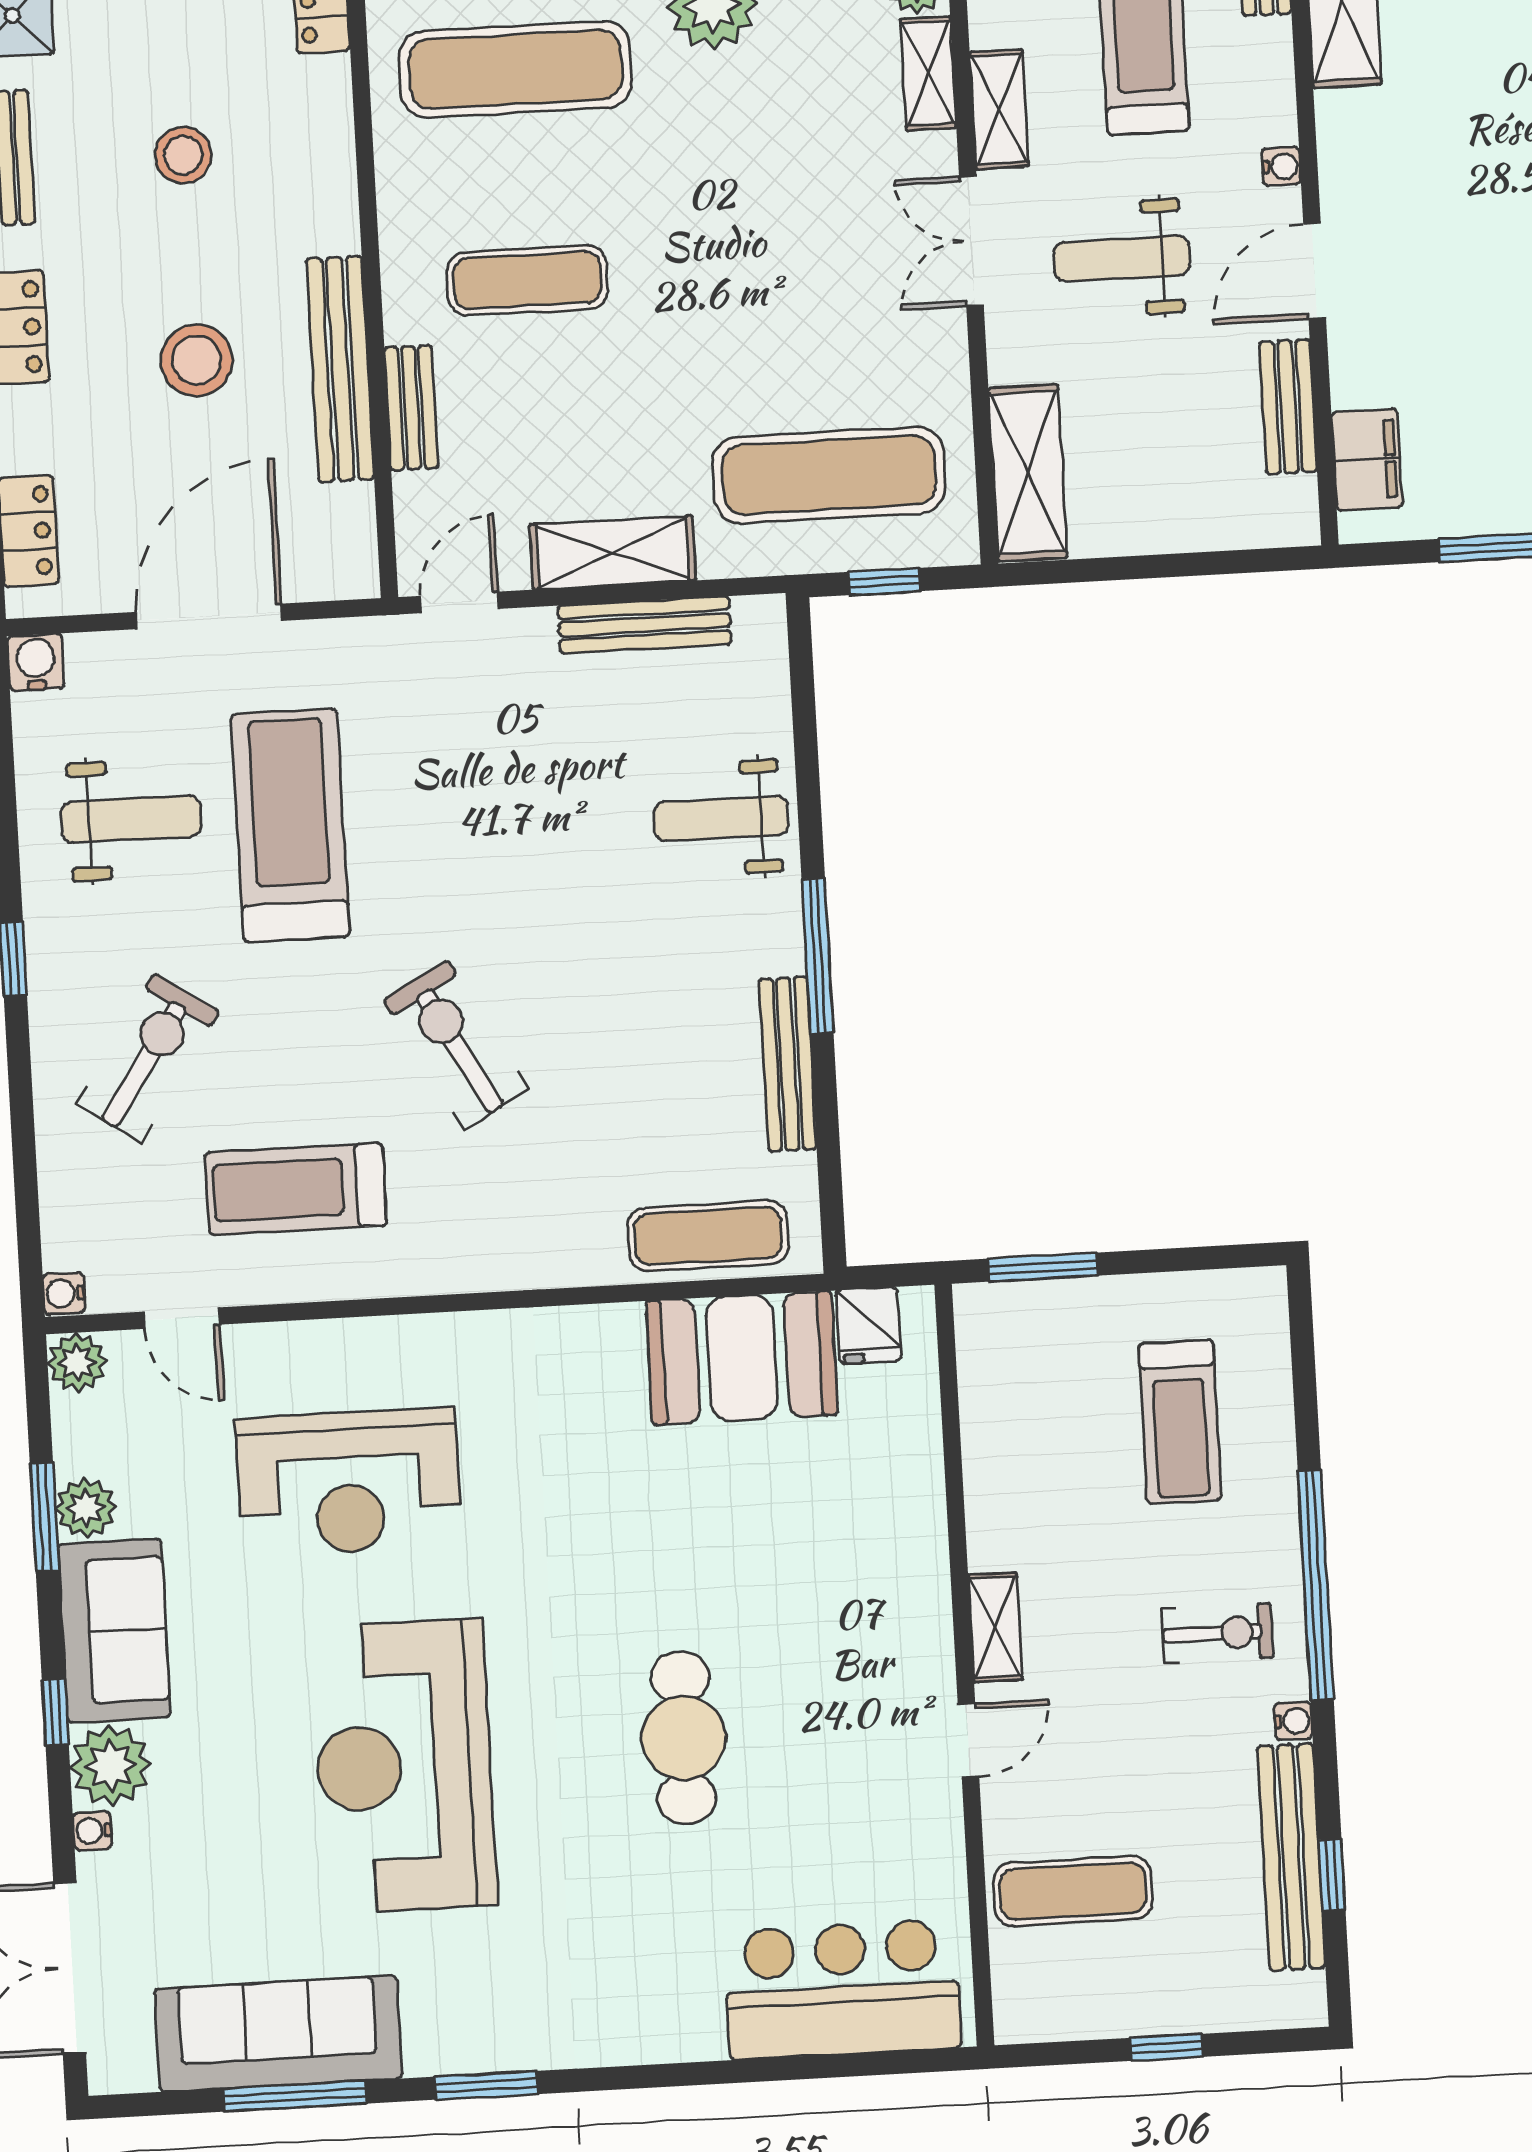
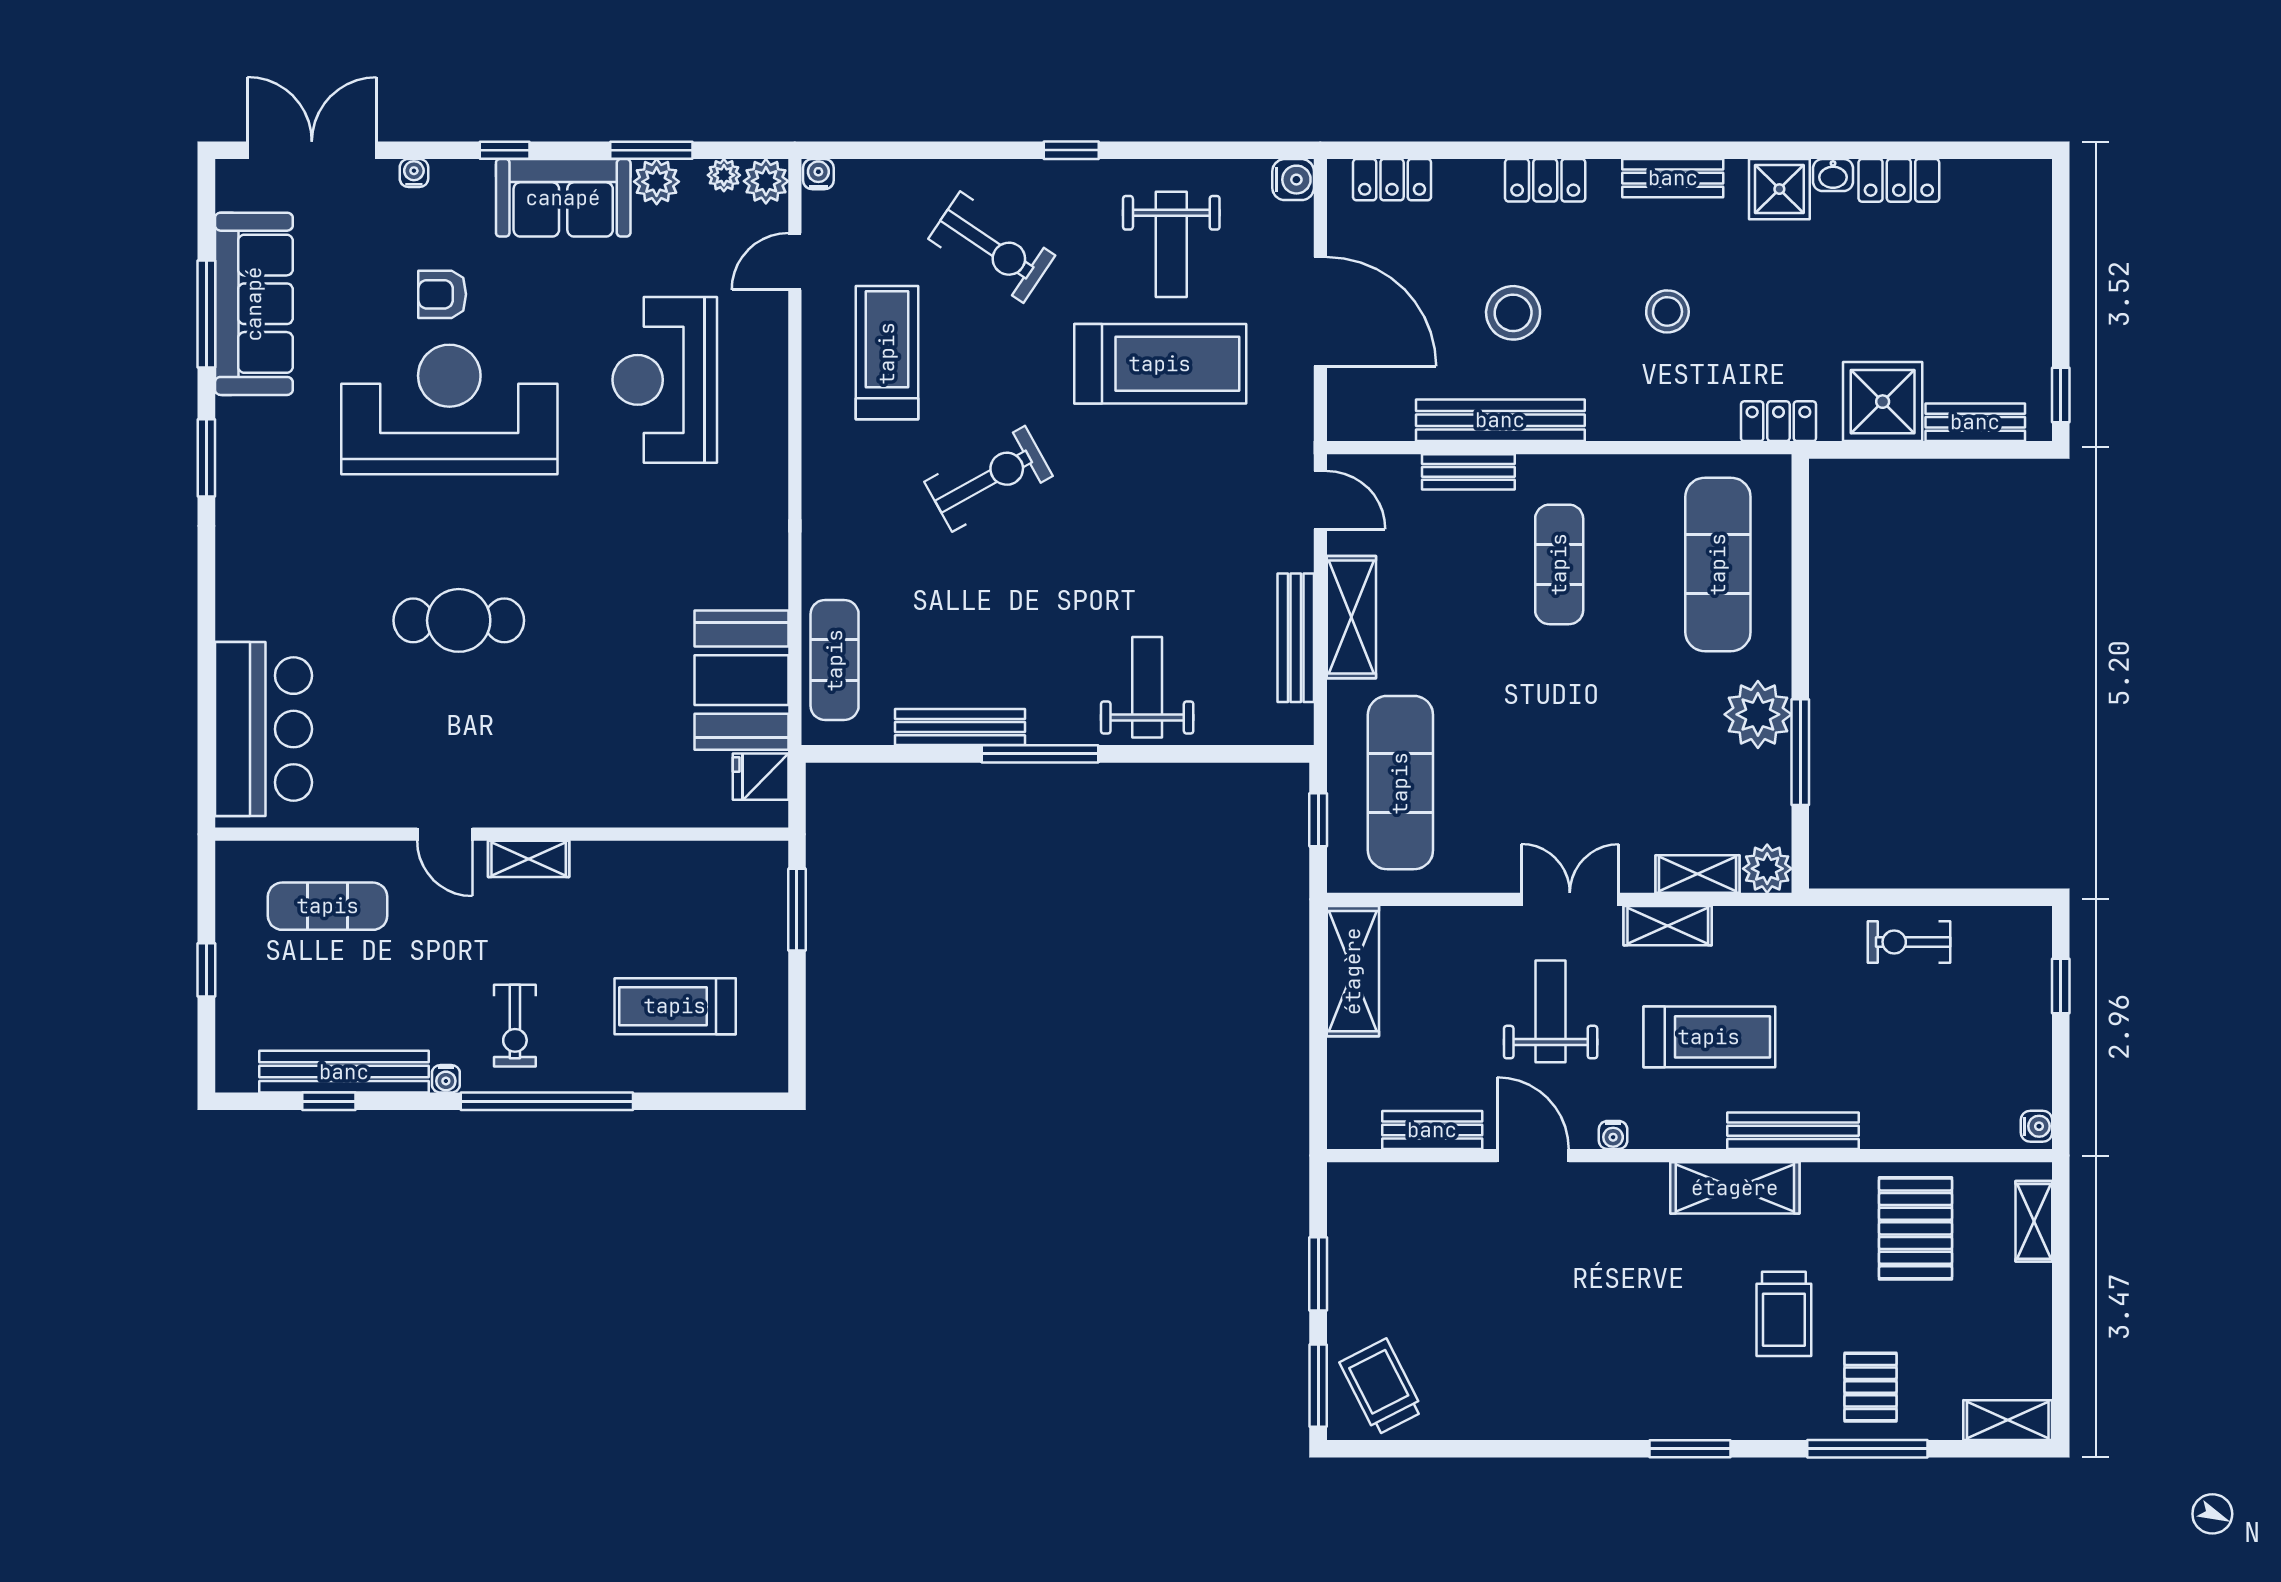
filing cabinet: (1367, 460) -> (1389, 1187), removed
shelving: (1028, 473) -> (1353, 971), moved, turned 90
plant: (111, 1766) -> (724, 175), moved, width x0.53, depth x0.53
armchair: (251, 1784) -> (442, 294), added
exercise mat: (1073, 1891) -> (328, 906), turned 90

